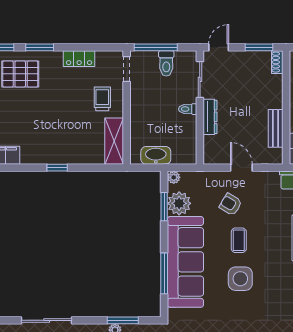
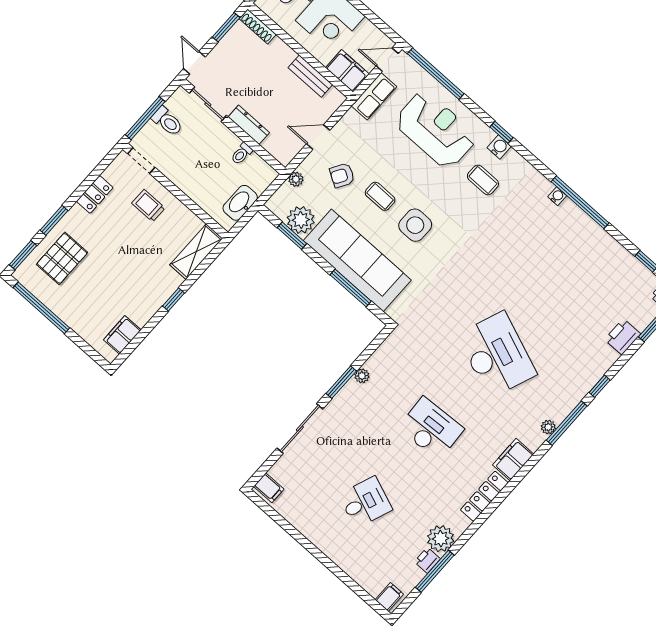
shoe rack: (277, 62) -> (258, 26), width x1.43
toilet: (188, 109) -> (242, 154), moved
shelving: (114, 141) -> (196, 252), moved, turned 90
plant: (174, 177) -> (296, 179), moved
window: (123, 320) -> (341, 382), moved

